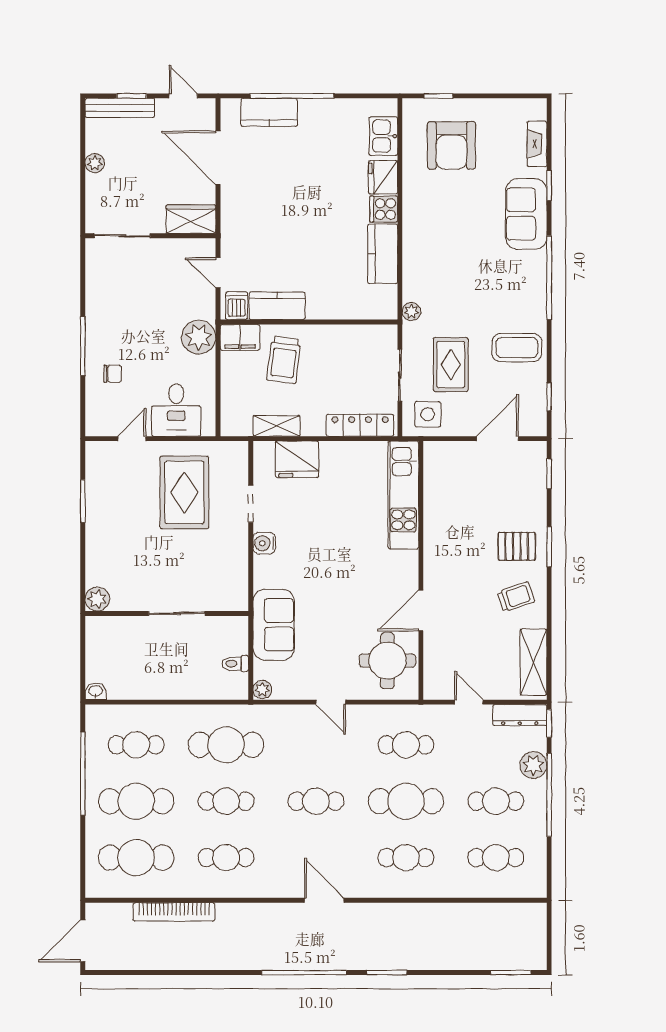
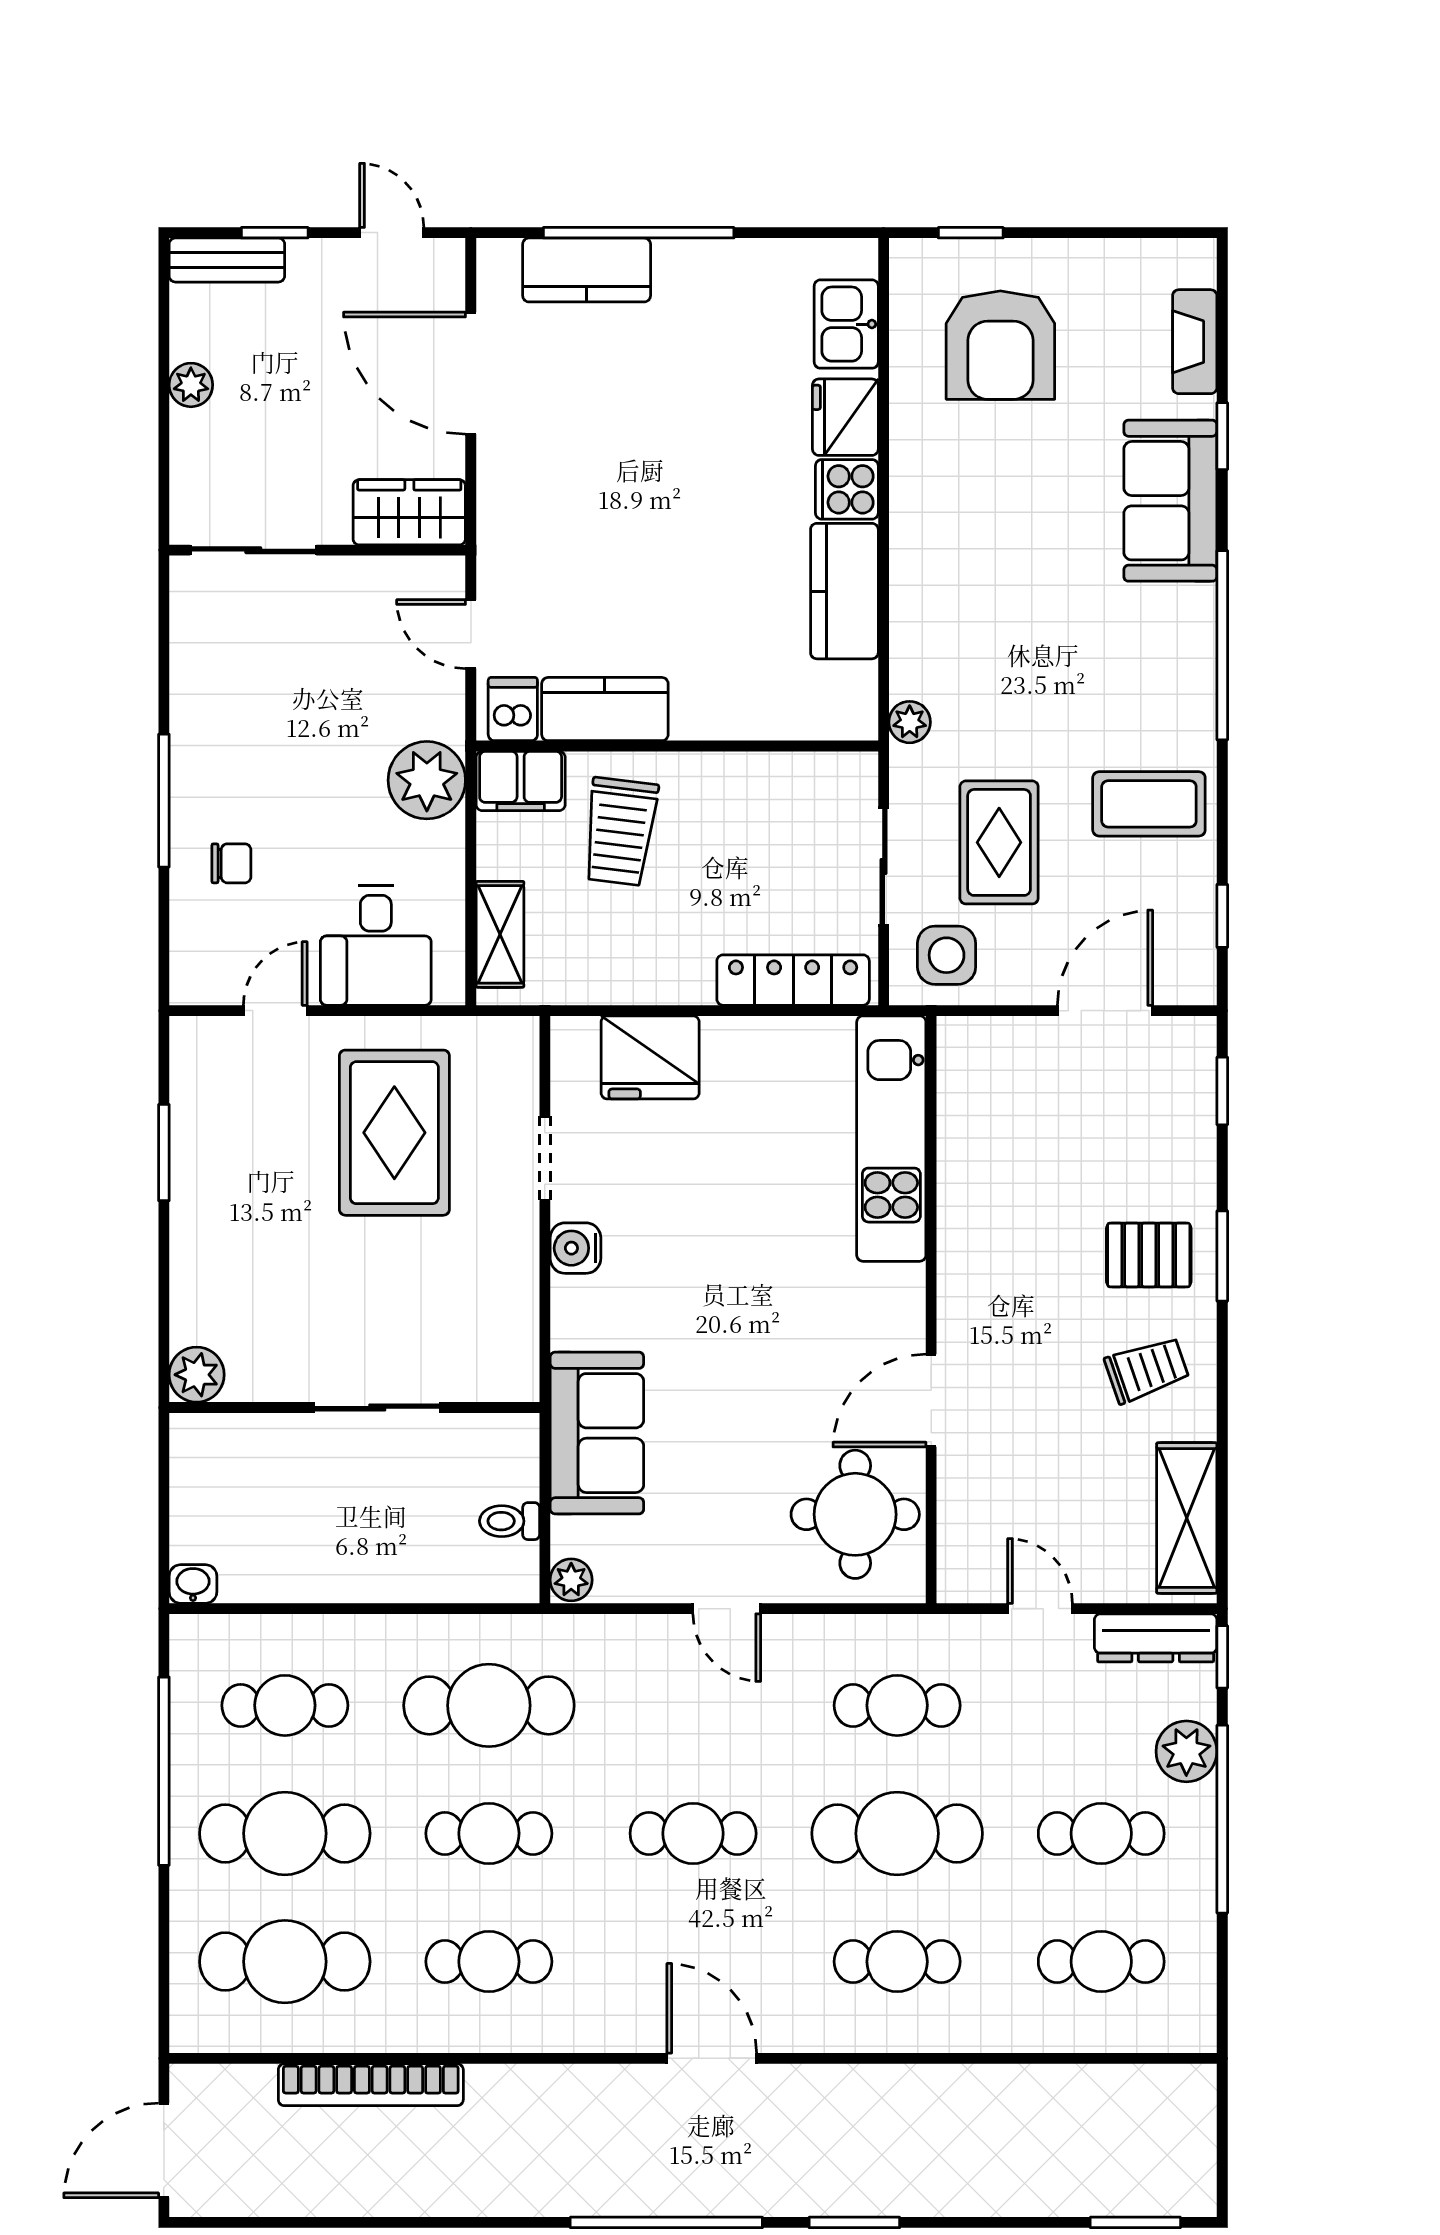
bench: (120, 108) -> (227, 260), width x0.73
shelving: (277, 426) -> (500, 934), moved, turned 90

